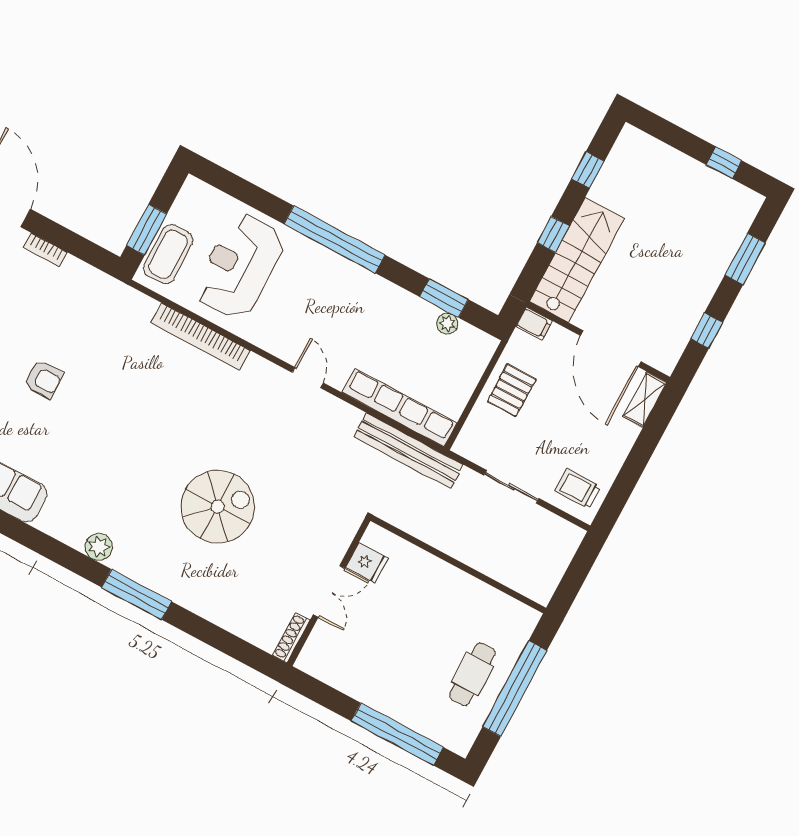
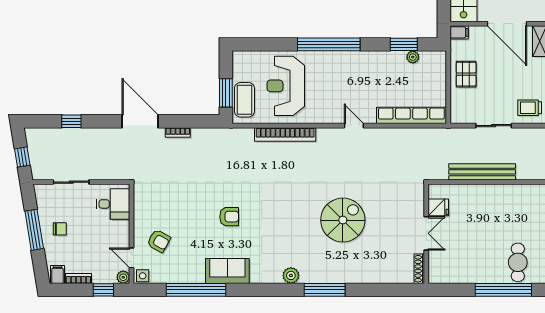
armchair: (44, 379) -> (229, 217), moved
bench: (408, 451) -> (482, 172), moved
cafe table: (472, 674) -> (518, 262), moved

